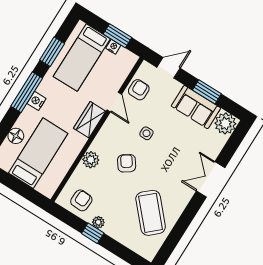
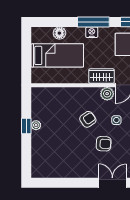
plant: (91, 160) -> (107, 94), moved
armchair: (81, 200) -> (104, 144), moved
coffee table: (151, 213) -> (65, 156), removed

